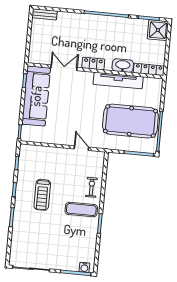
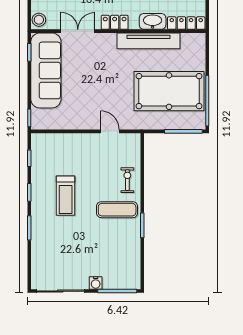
stool: (34, 56) -> (39, 20), added
water cooler: (84, 267) -> (96, 283), moved

